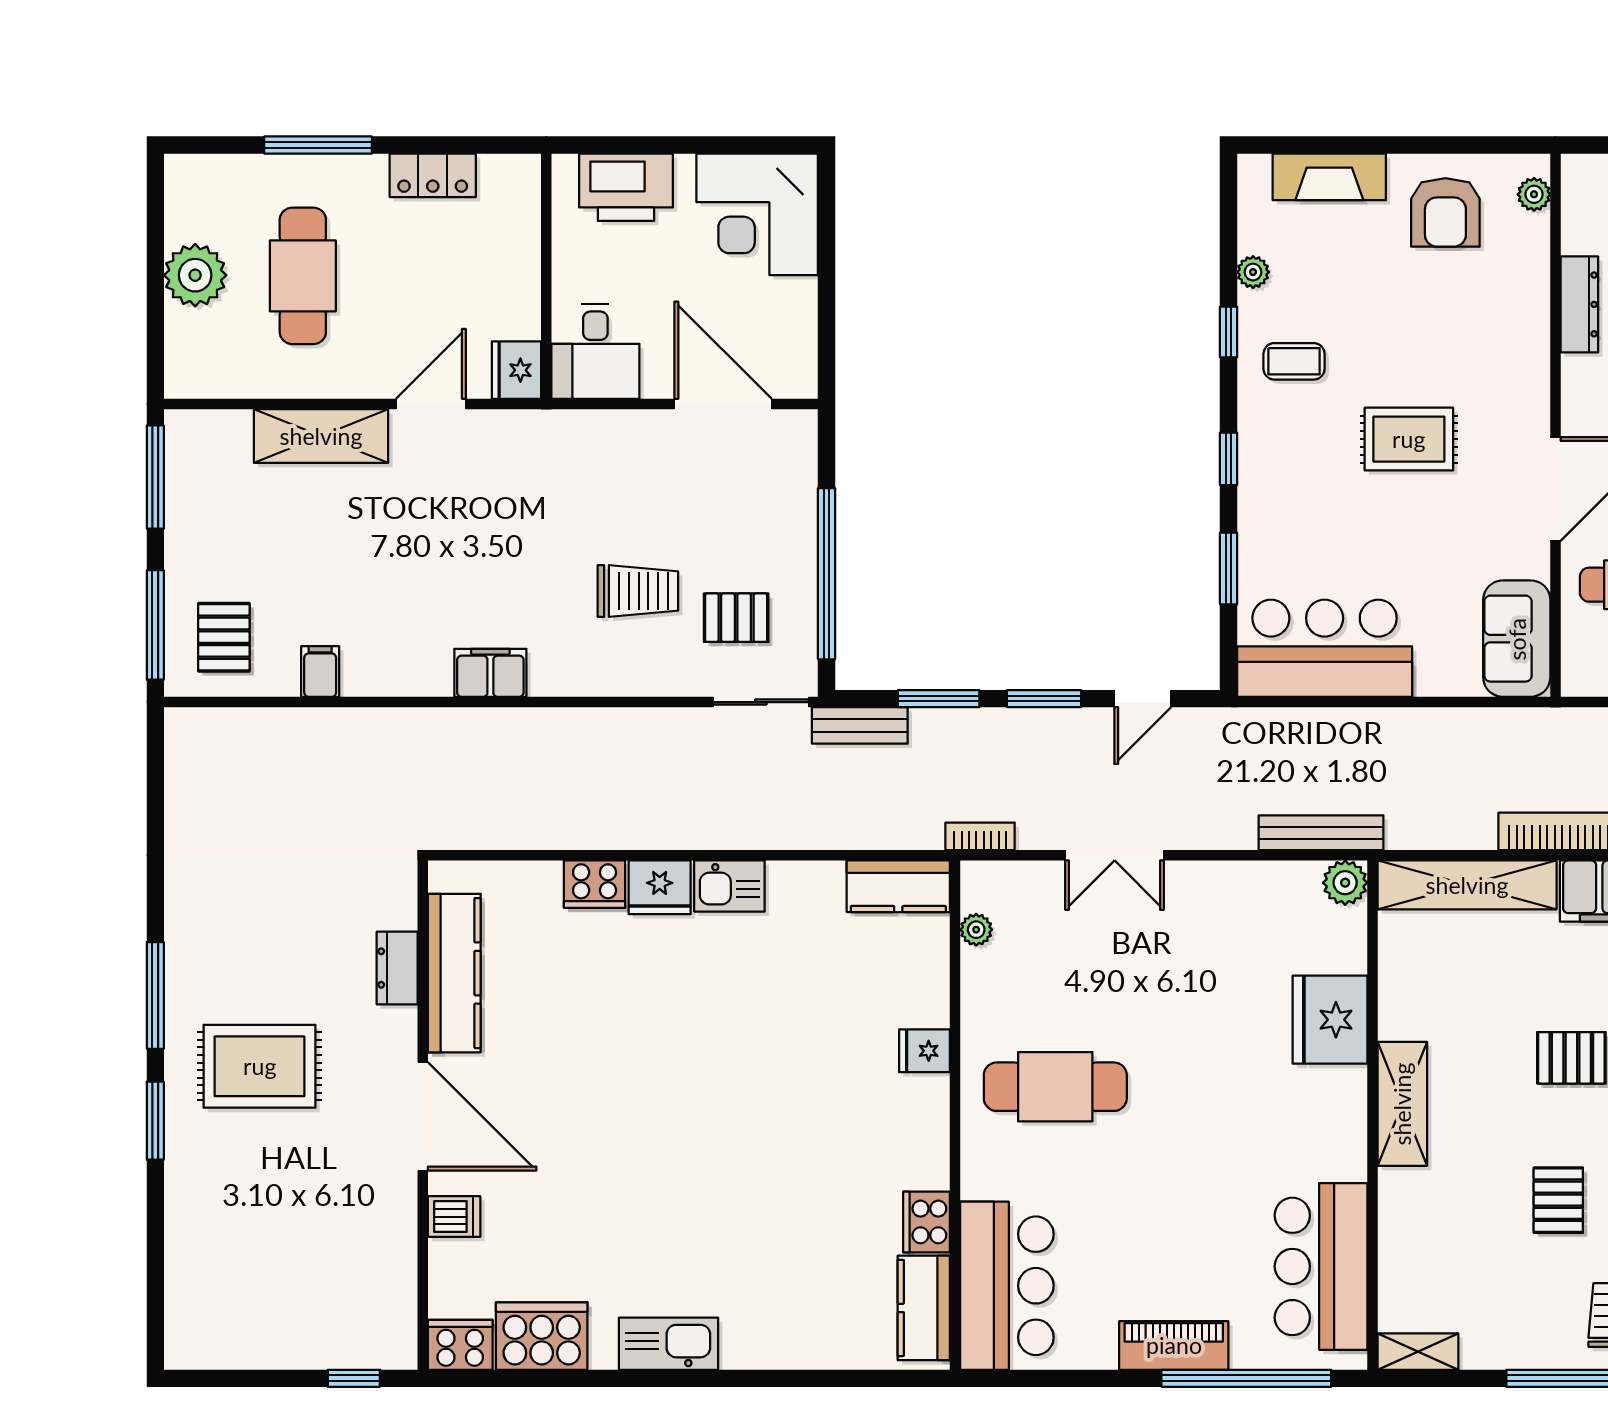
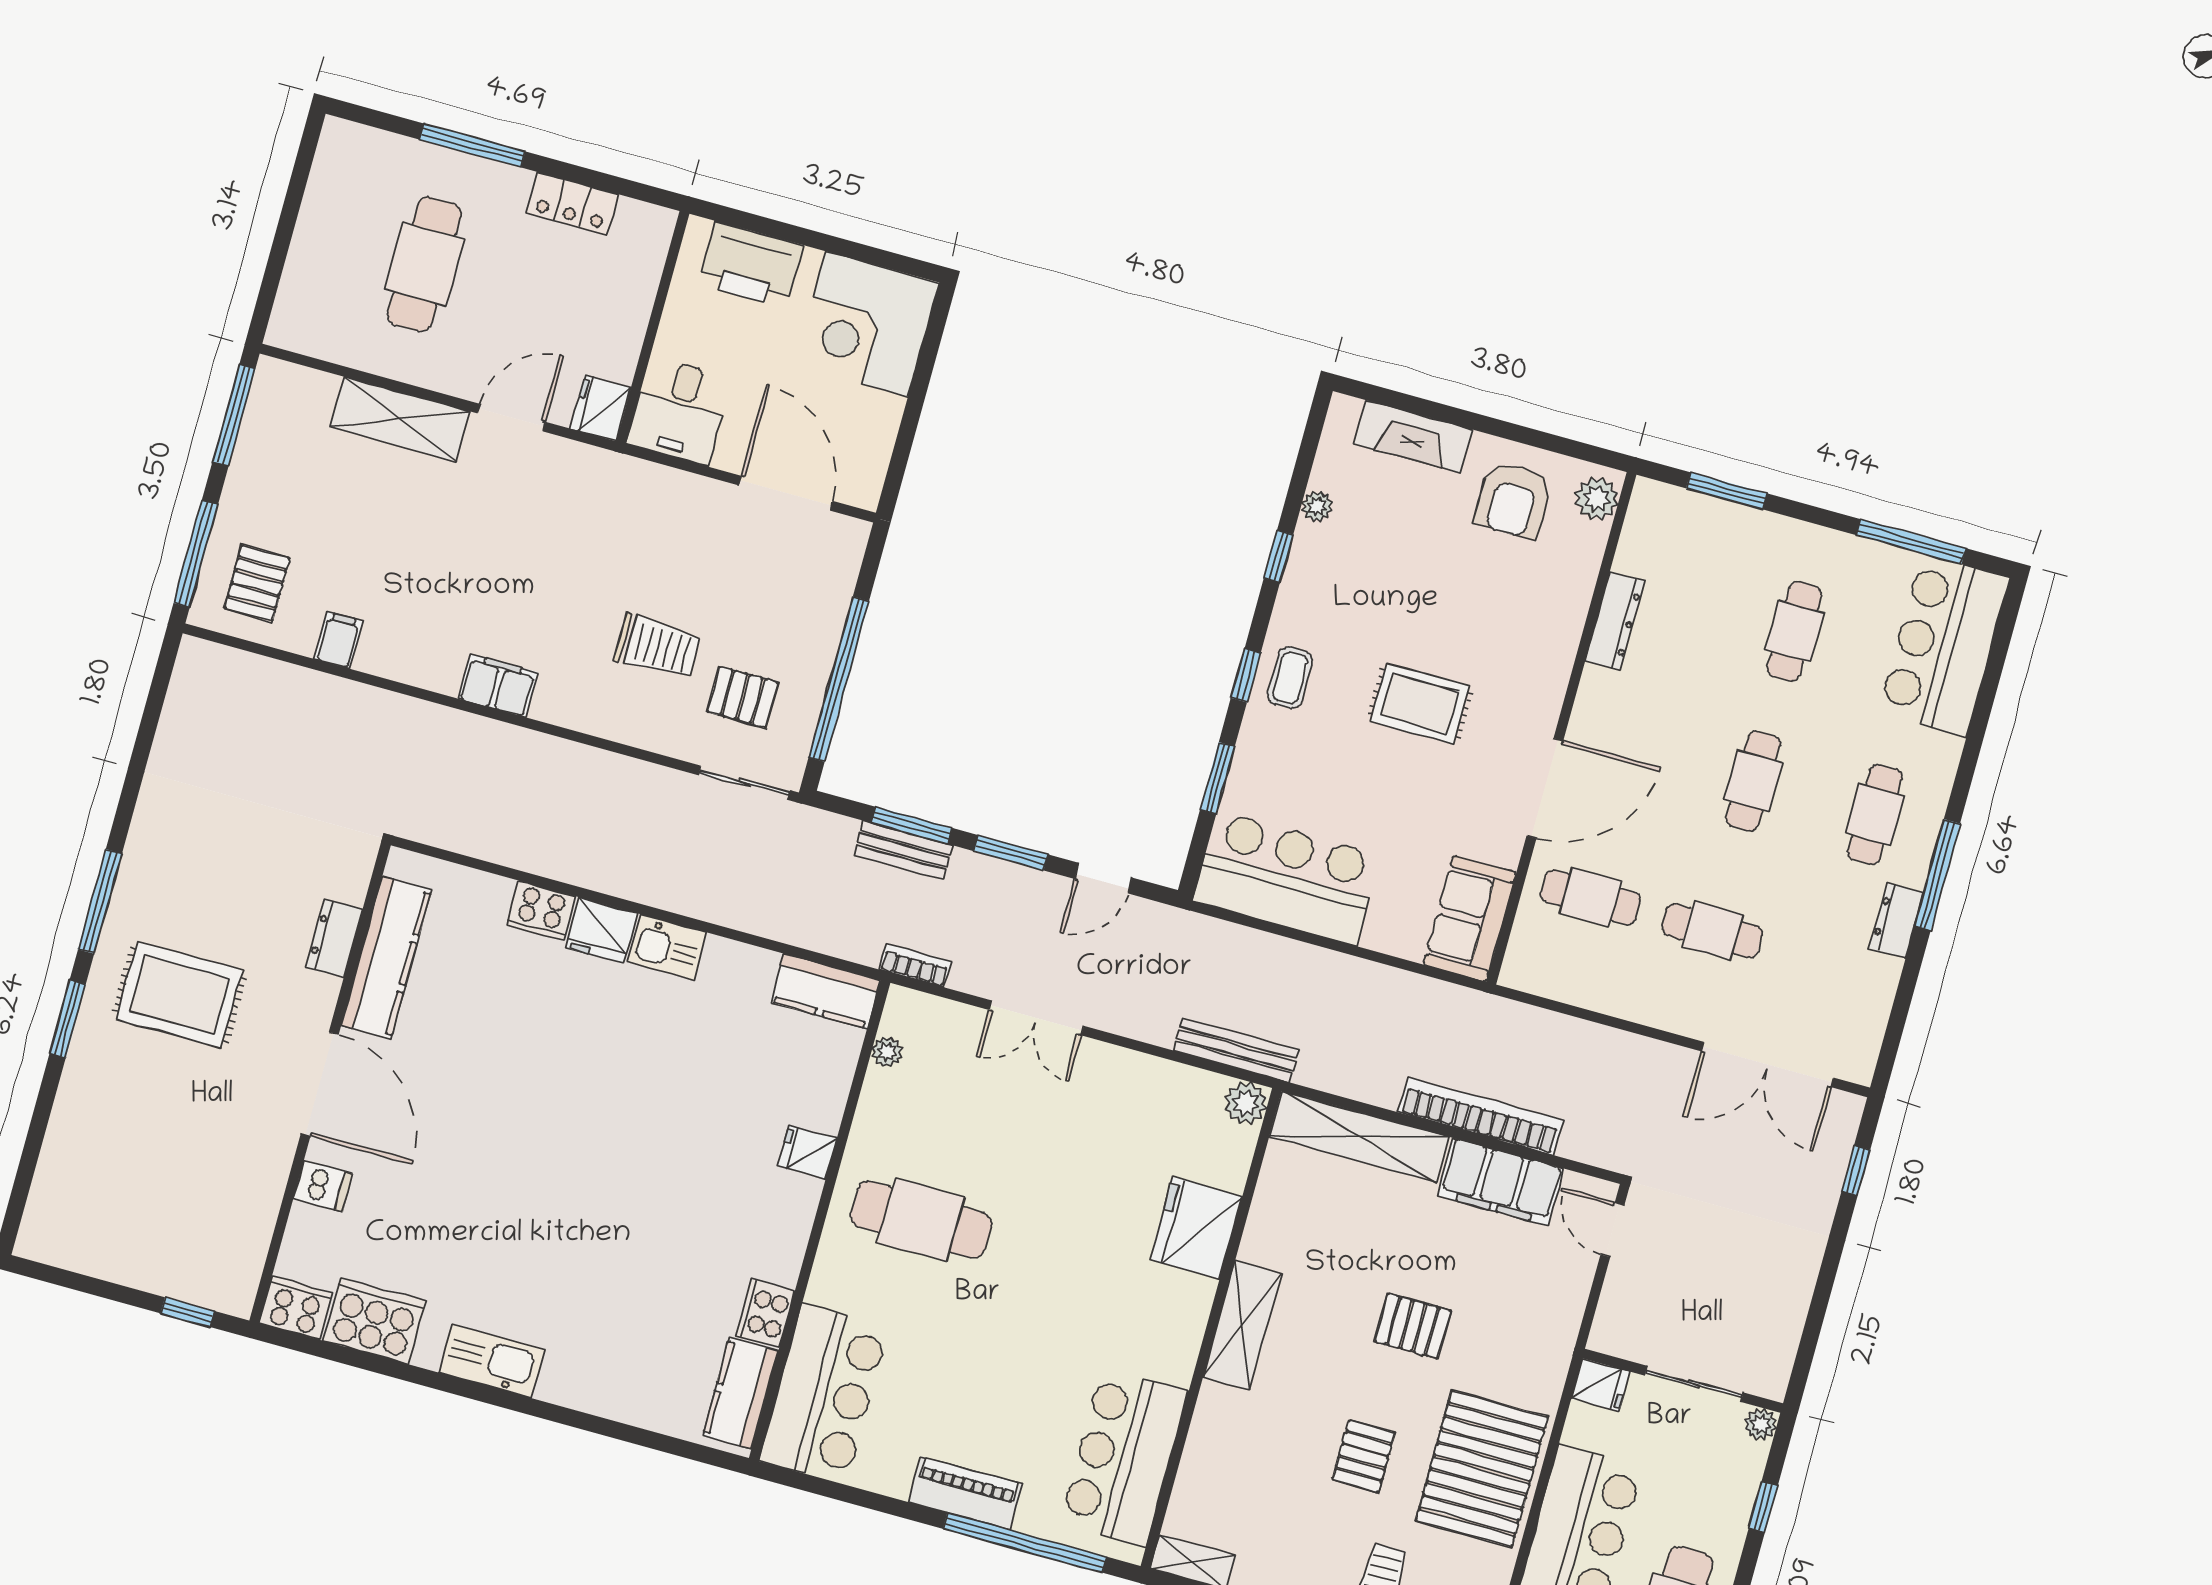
plant: (1534, 194) -> (1597, 499), width x1.38, depth x1.38
plant: (195, 275) -> (324, 236), removed
coffee table: (1294, 361) -> (1290, 678), moved, turned 90
bench: (860, 725) -> (903, 850), moved

